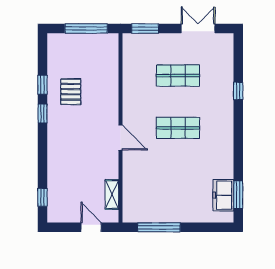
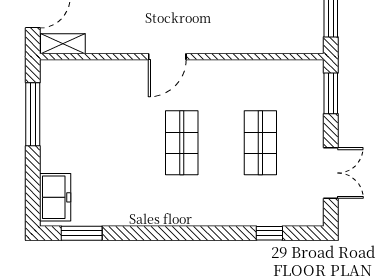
window: (238, 91) -> (269, 233), moved
shelving: (112, 194) -> (63, 44), moved
freezer: (223, 195) -> (55, 197), moved, turned 90

